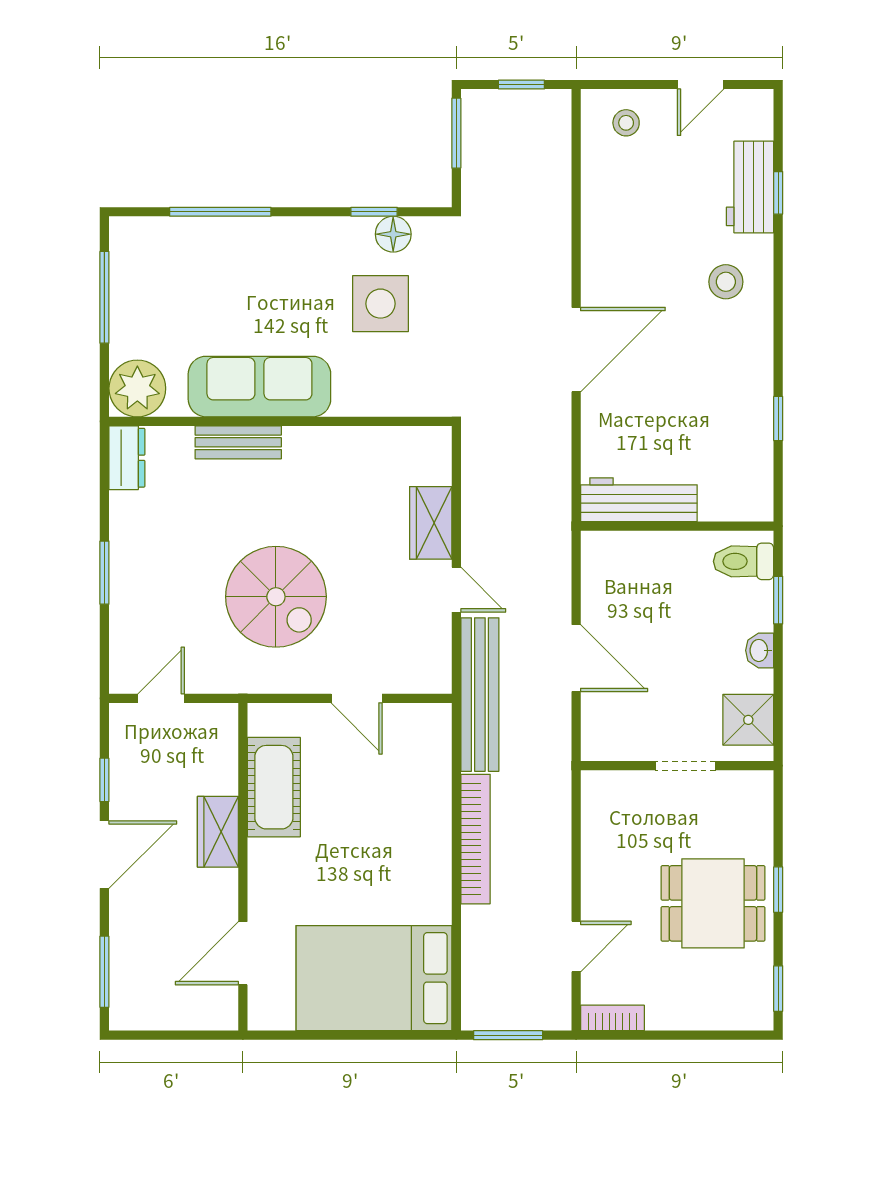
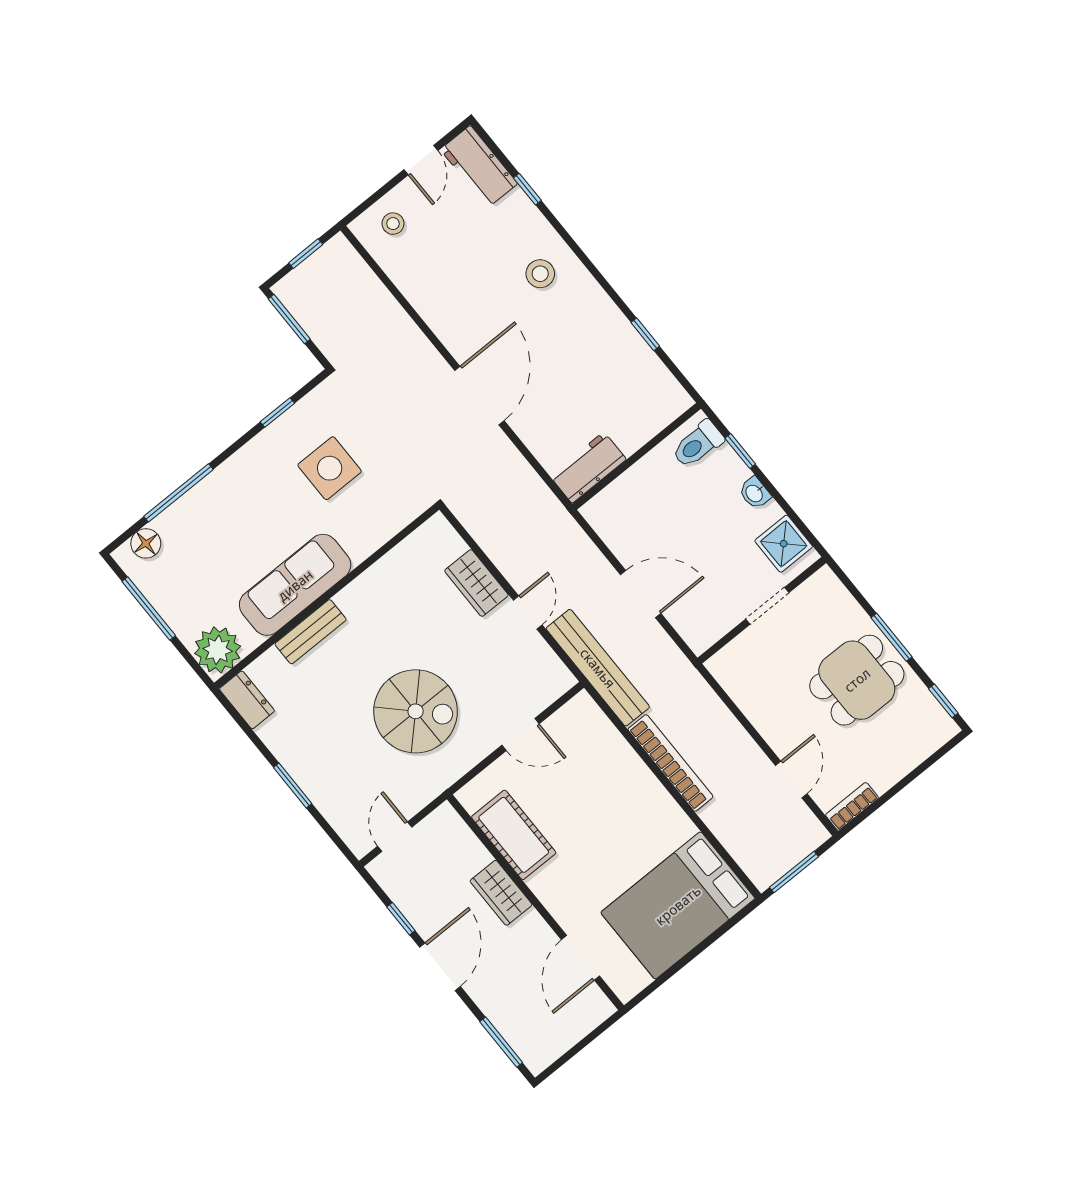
workbench: (750, 187) -> (479, 167), moved
floor lamp: (393, 234) -> (146, 543), moved
workbench: (639, 500) -> (588, 468), width x0.73
door: (456, 590) -> (528, 612), hinge flipped
window: (778, 890) -> (892, 637), width x1.50

